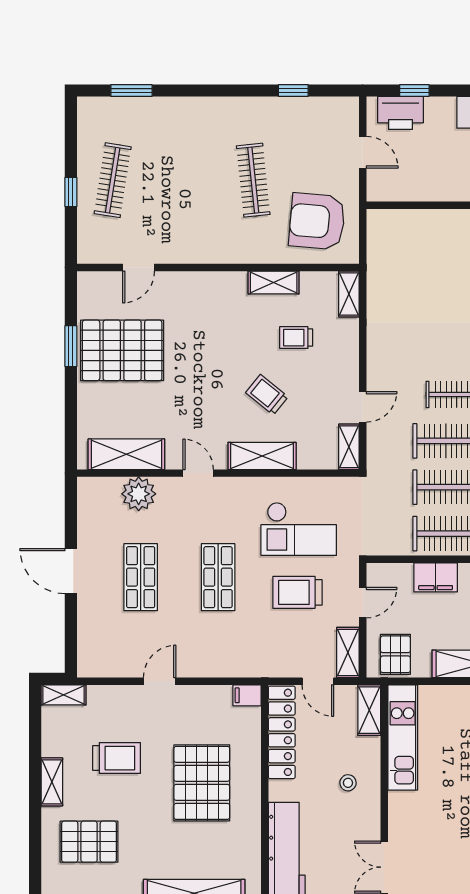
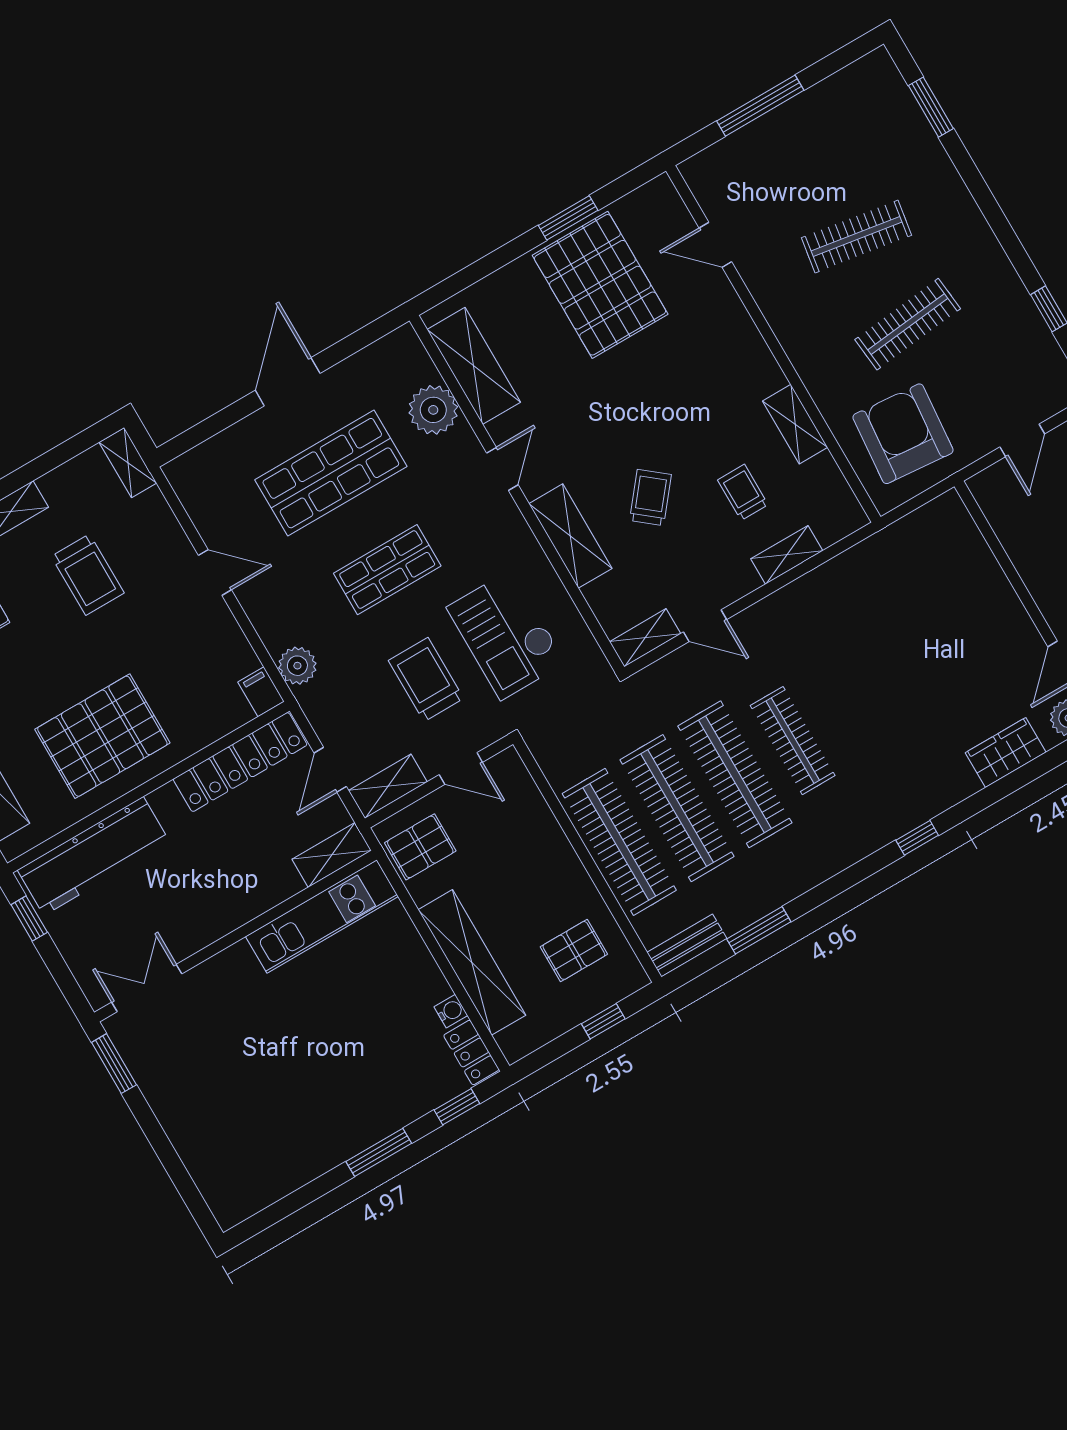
clothes rail: (113, 180) -> (857, 237), moved
window: (71, 192) -> (760, 106), width x2.17
shelving: (349, 294) -> (787, 555), moved
shop shelf: (141, 577) -> (331, 473), width x1.43, depth x1.36
filing cabinet: (436, 577) -> (545, 841), removed
plant: (244, 664) -> (297, 666), added
pallet: (202, 783) -> (102, 736), moved
stool: (348, 783) -> (225, 881), removed

